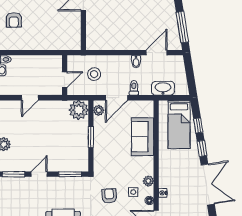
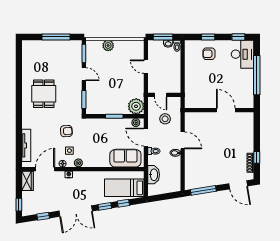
door: (156, 53) -> (183, 140), moved
sofa: (143, 137) -> (125, 158), moved

